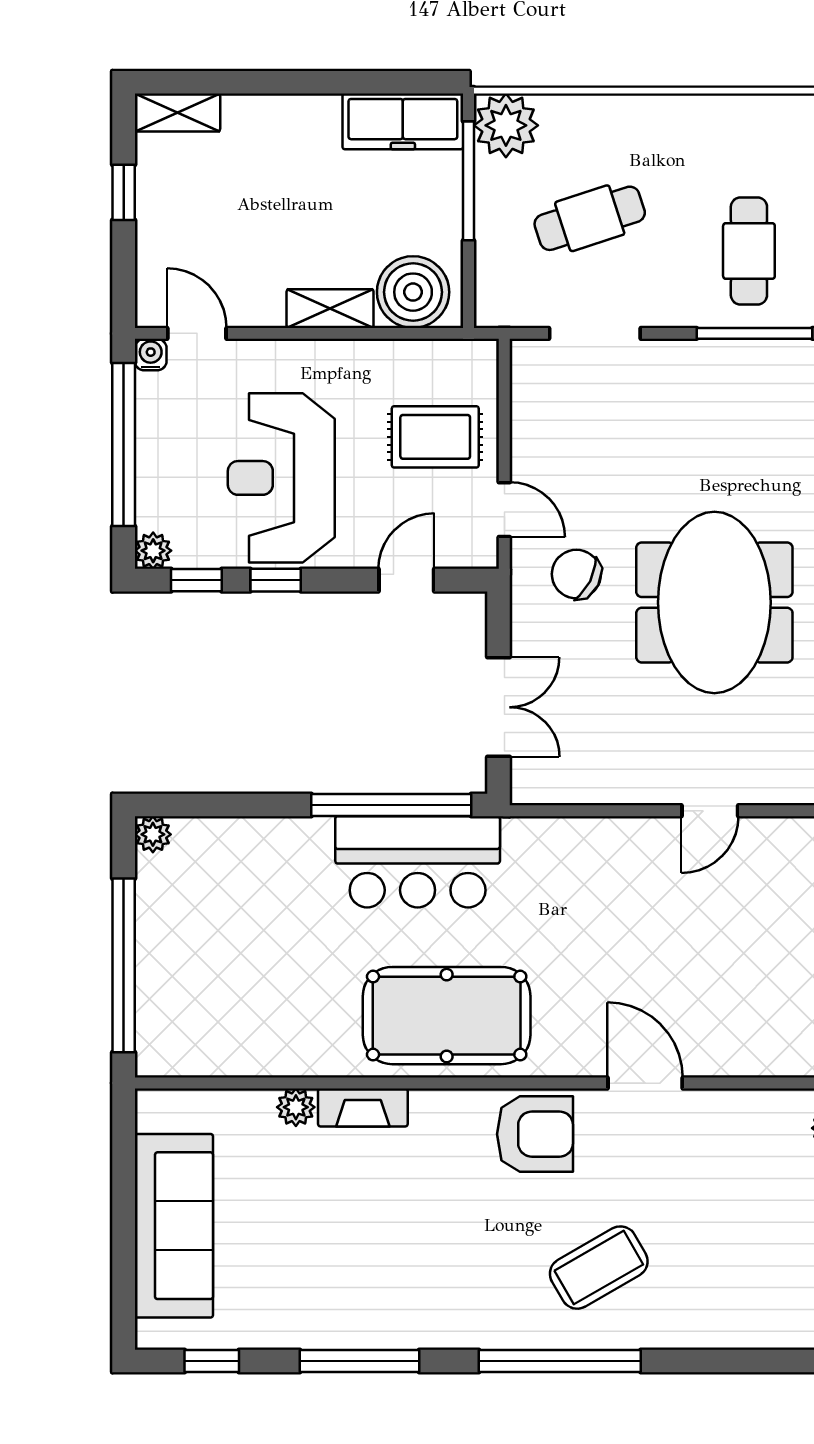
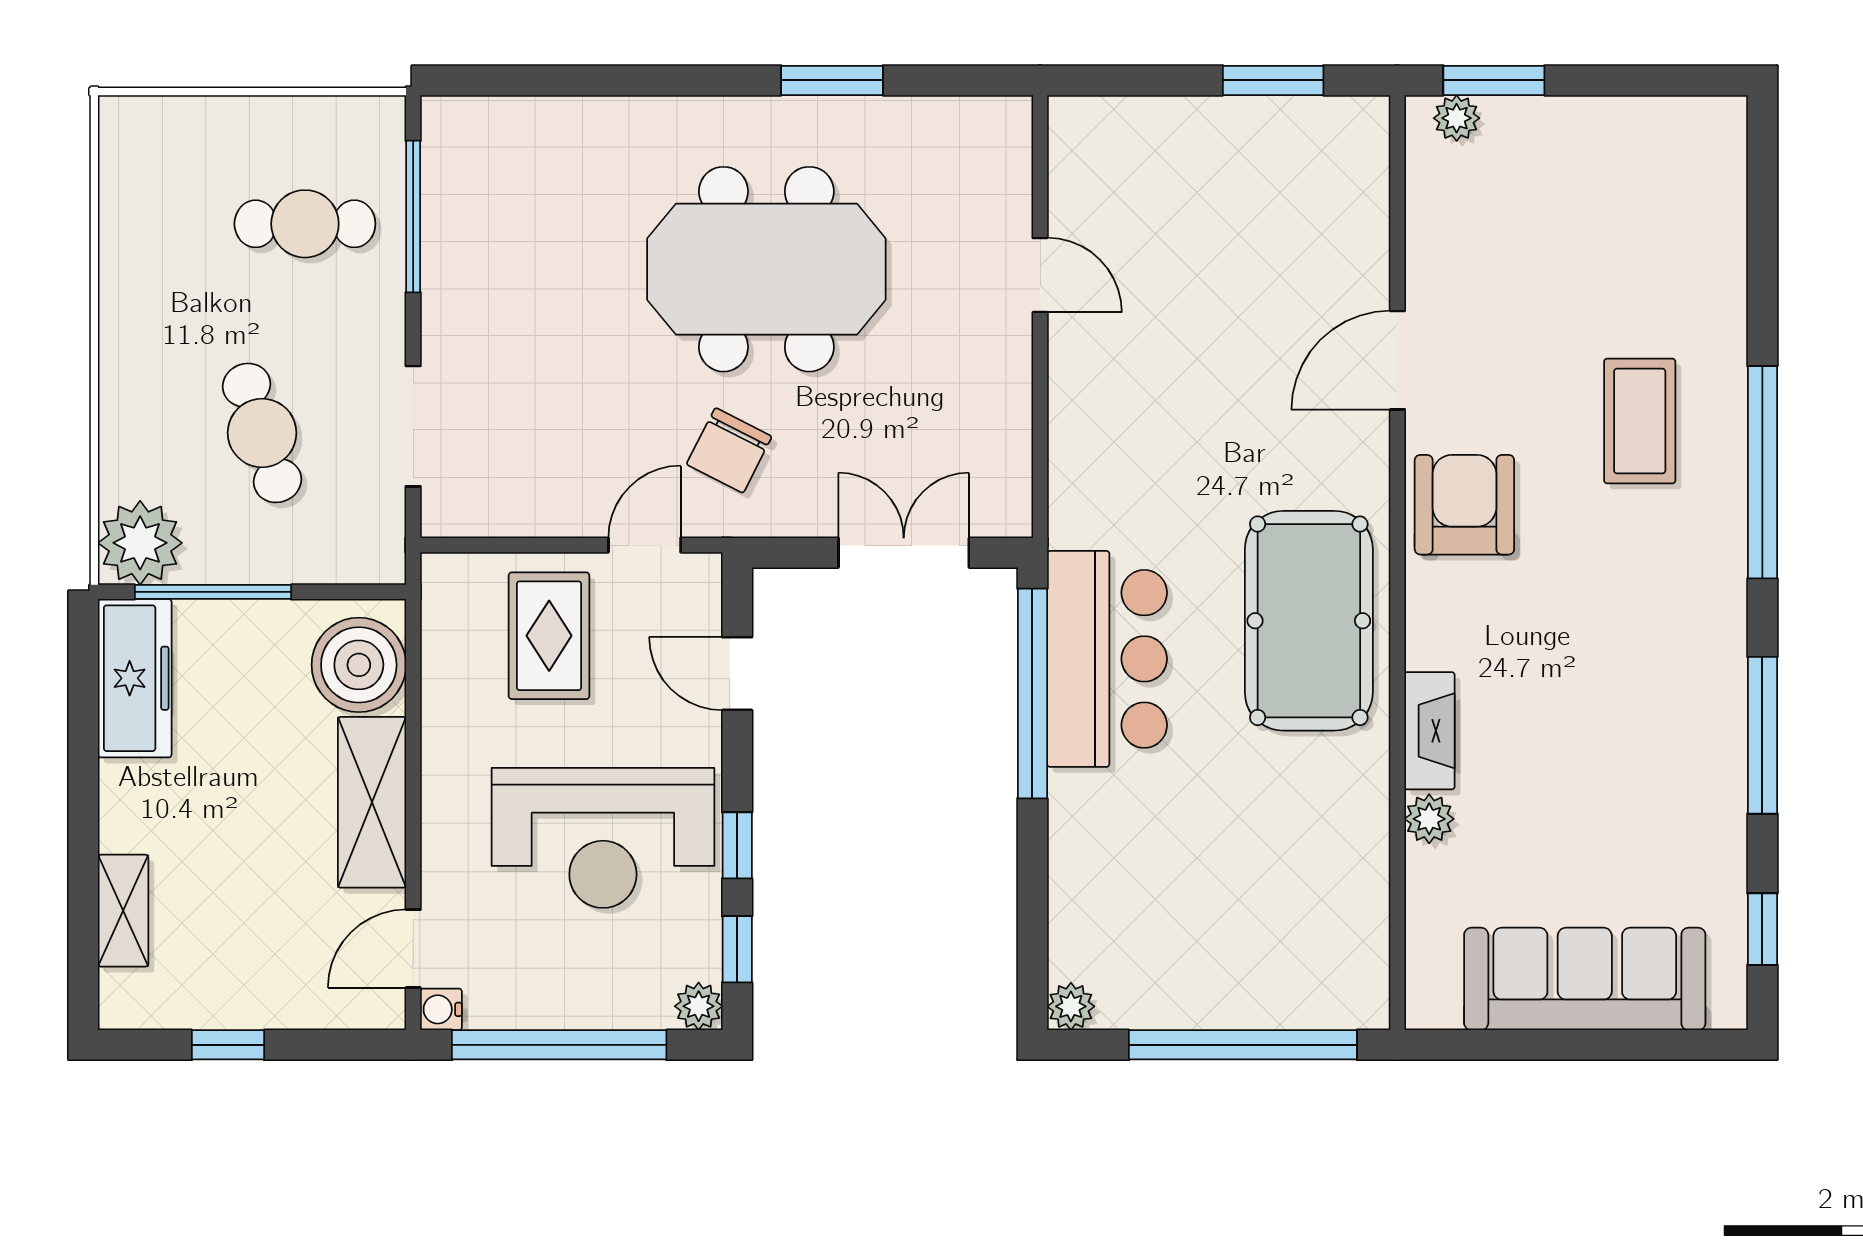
shelving: (177, 113) -> (123, 911), moved
shelving: (330, 309) -> (372, 802), width x1.50, depth x1.33
coffee table: (599, 1268) -> (1640, 421), turned 30

